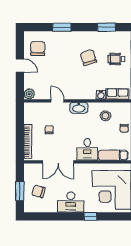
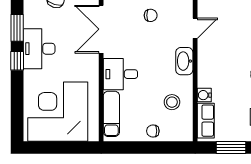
window: (57, 216) -> (17, 28), added
window: (90, 216) -> (17, 61), moved

